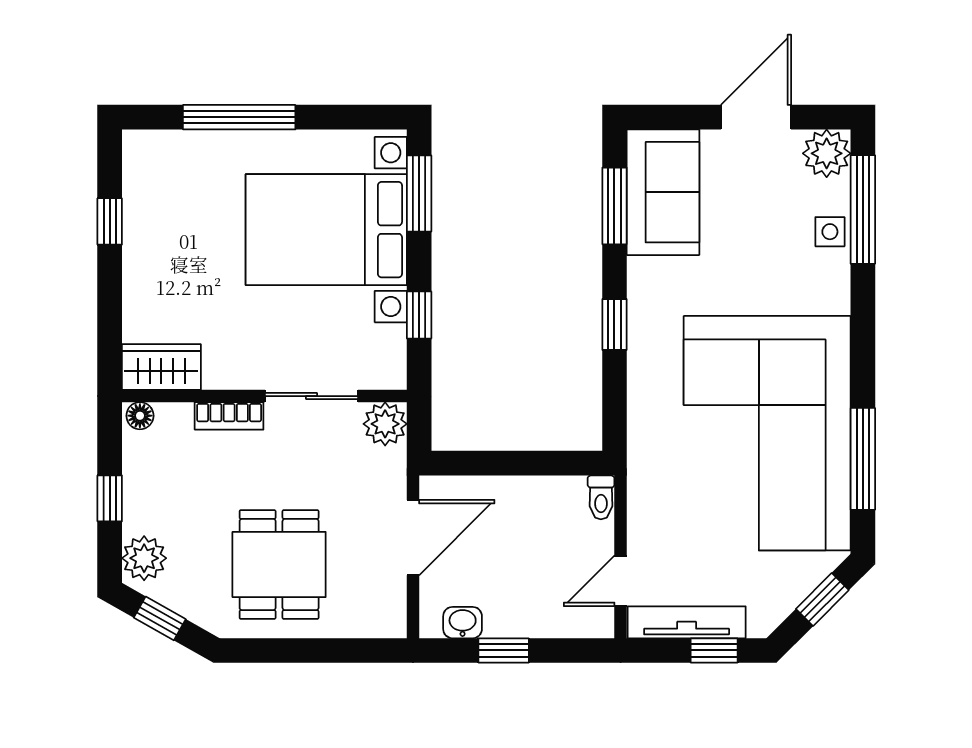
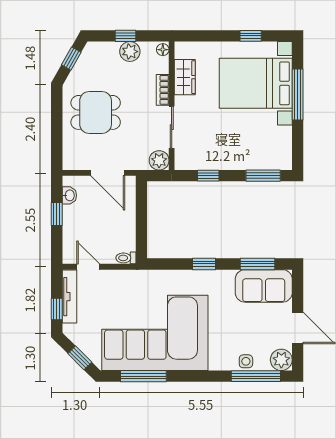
bed with nightstands: (326, 230) -> (256, 83), moved, turned -90
wardrobe: (161, 367) -> (185, 77), moved
plant: (144, 558) -> (130, 52), moved

